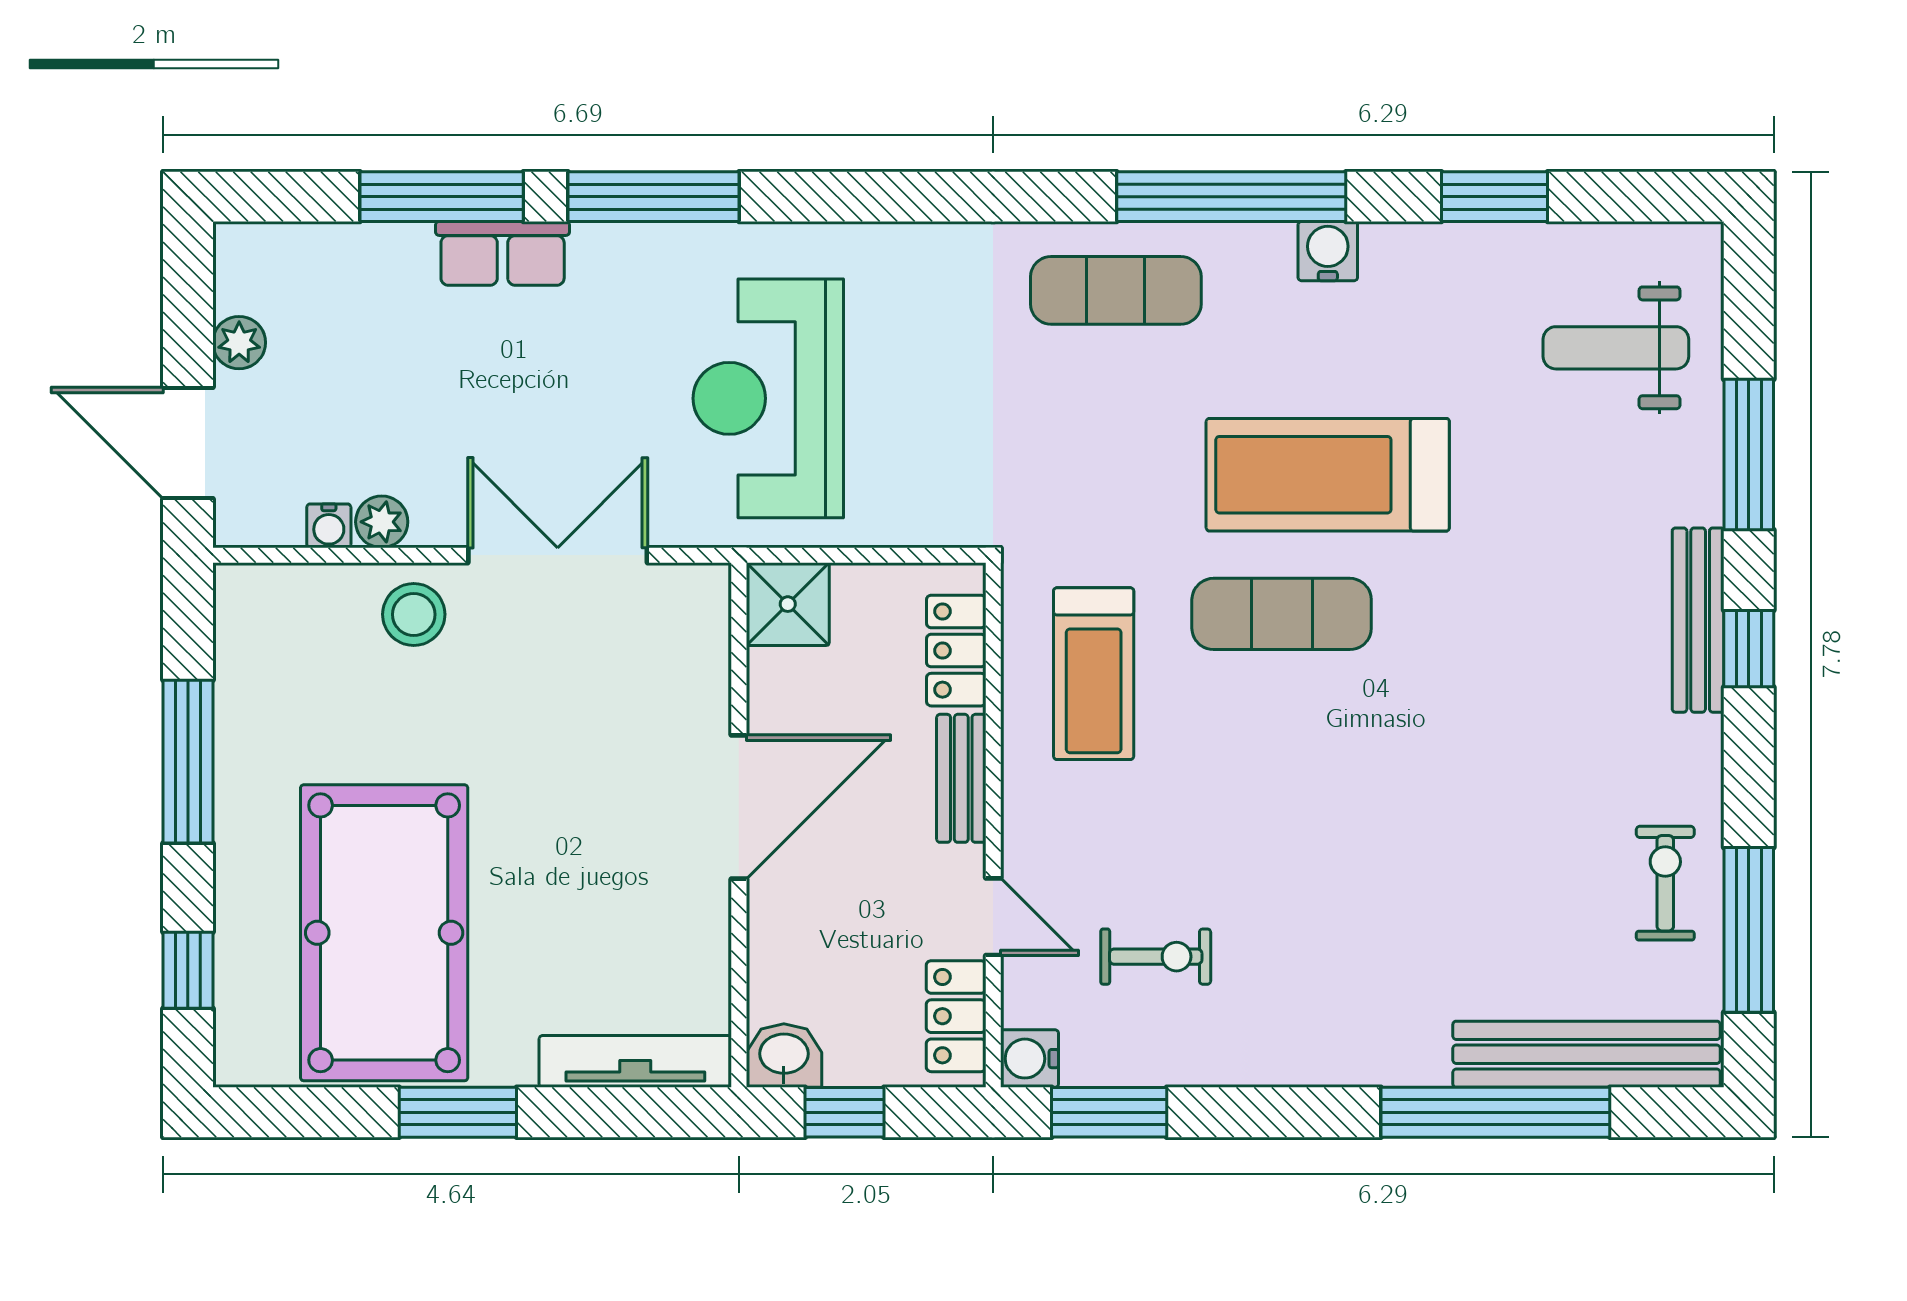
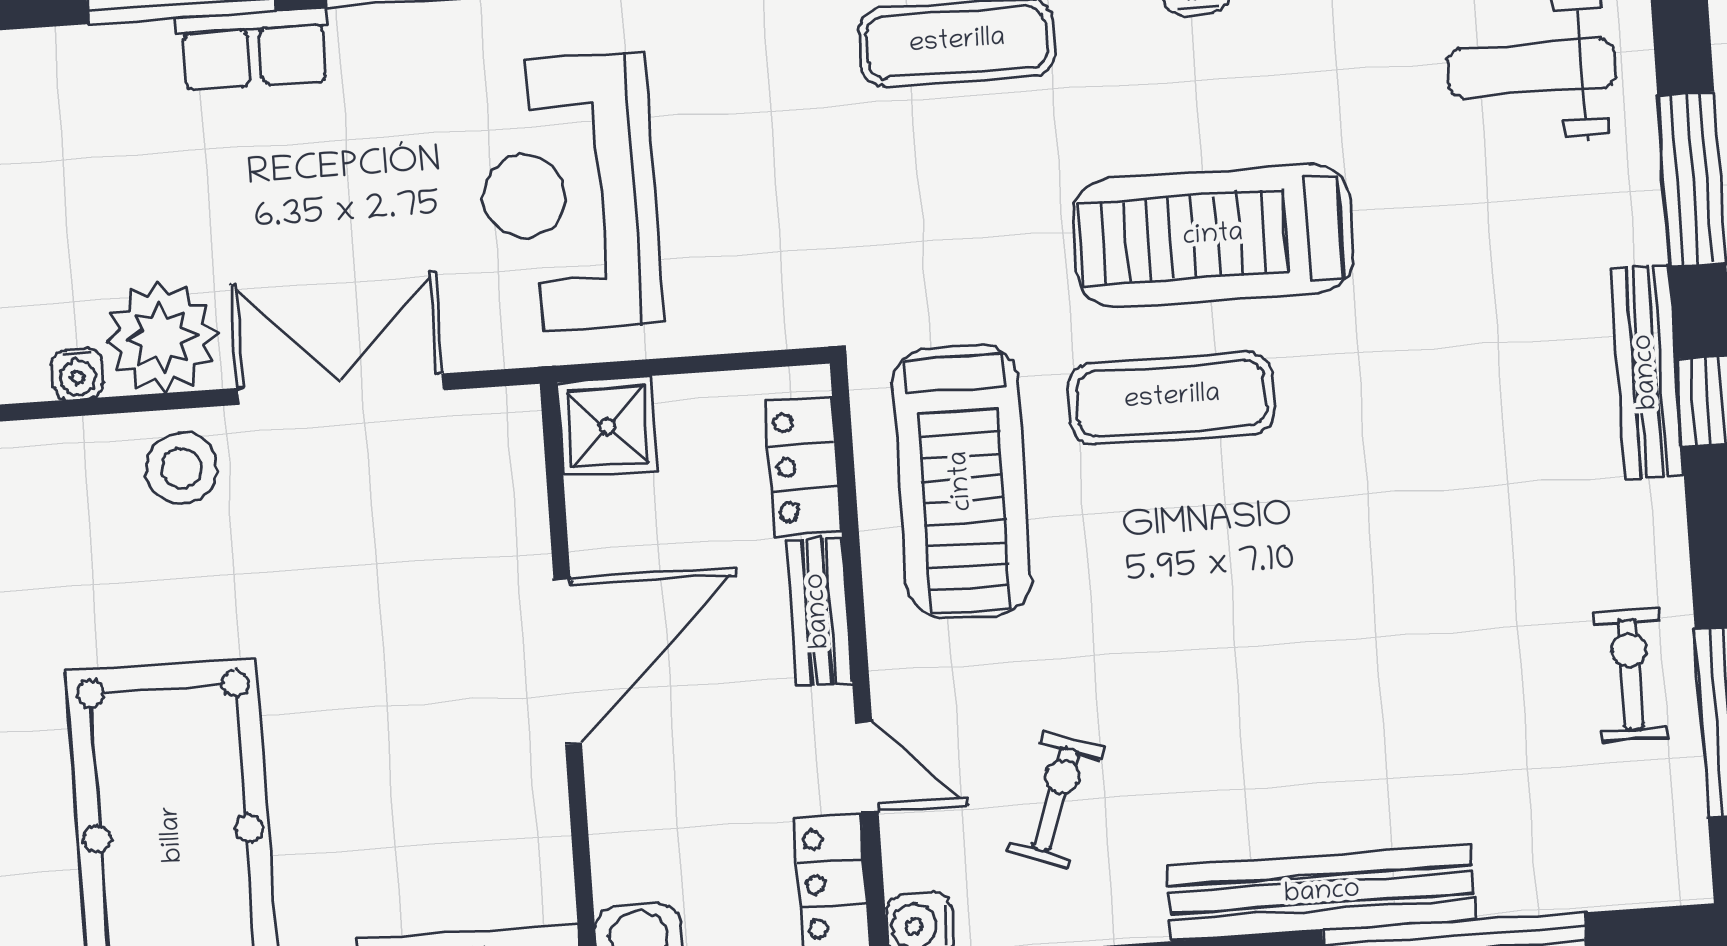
plant: (382, 522) -> (162, 337), width x1.87, depth x1.87
treadmill: (1094, 674) -> (962, 481), width x1.37, depth x1.38
exercise bike: (1156, 957) -> (1055, 799), turned -69
bench: (1586, 1054) -> (1322, 893), moved

